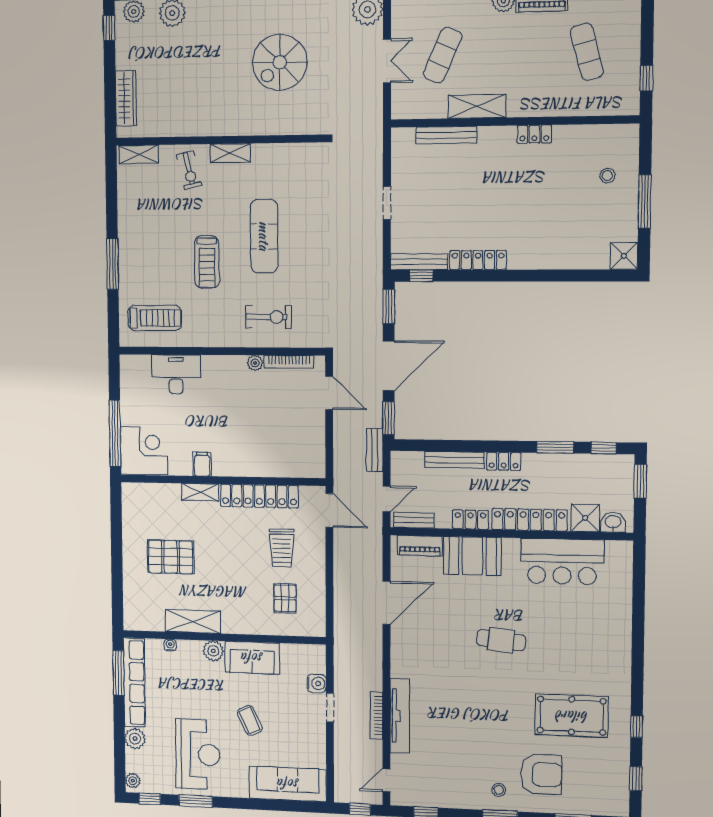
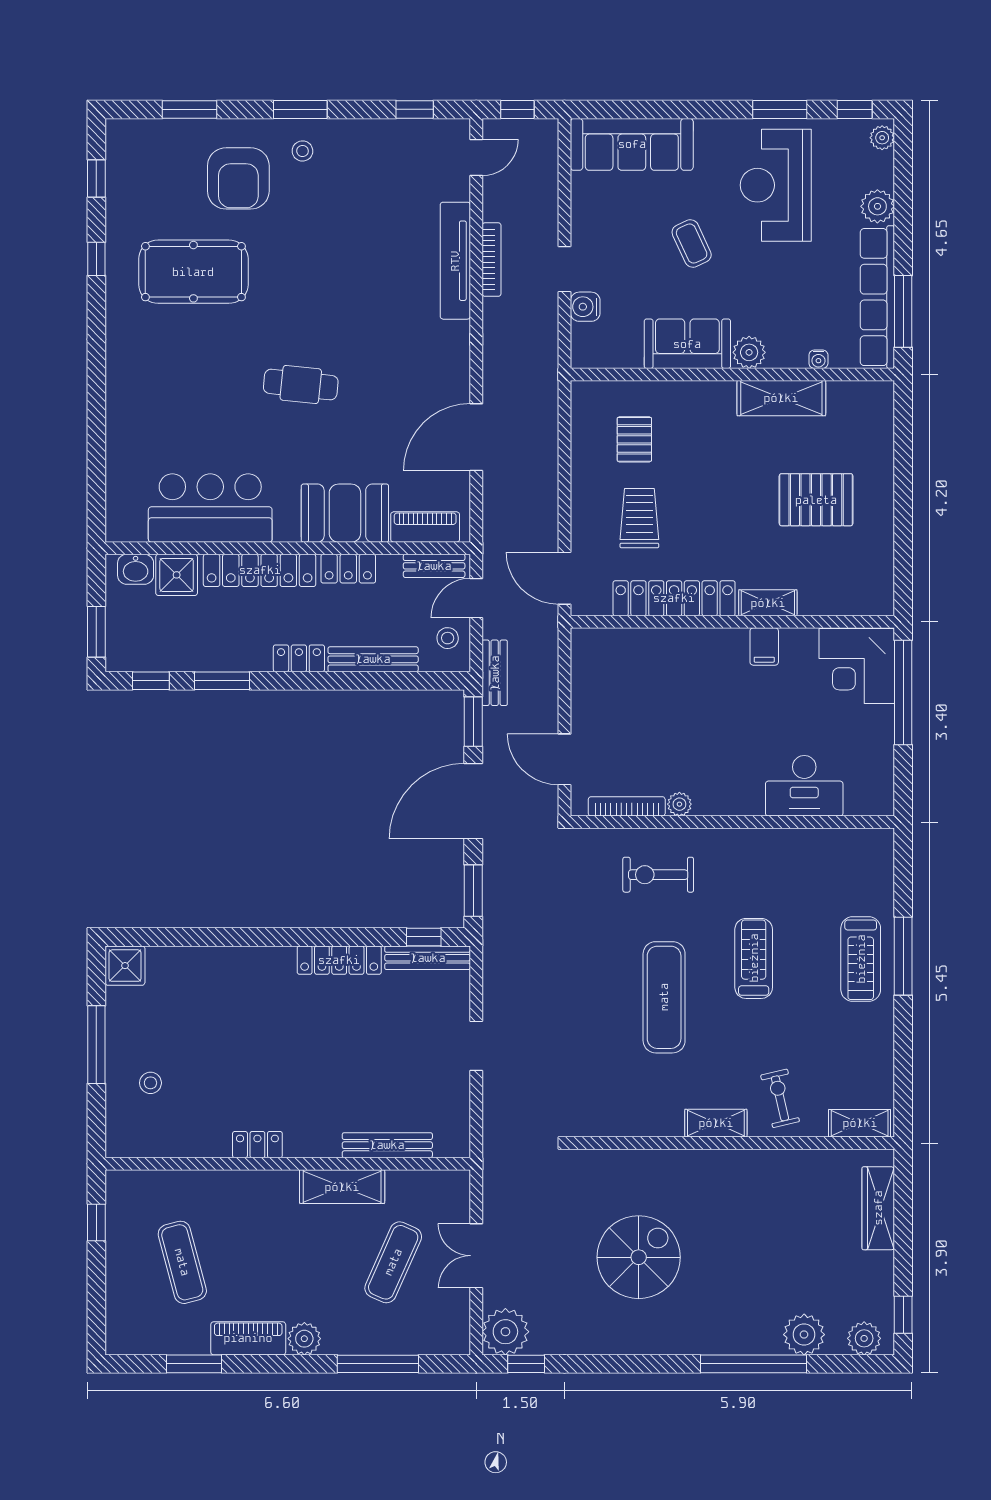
treadmill: (155, 318) -> (861, 959), moved, turned -90
stool: (405, 473) -> (448, 638), added
armchair: (541, 774) -> (238, 178), turned -90

